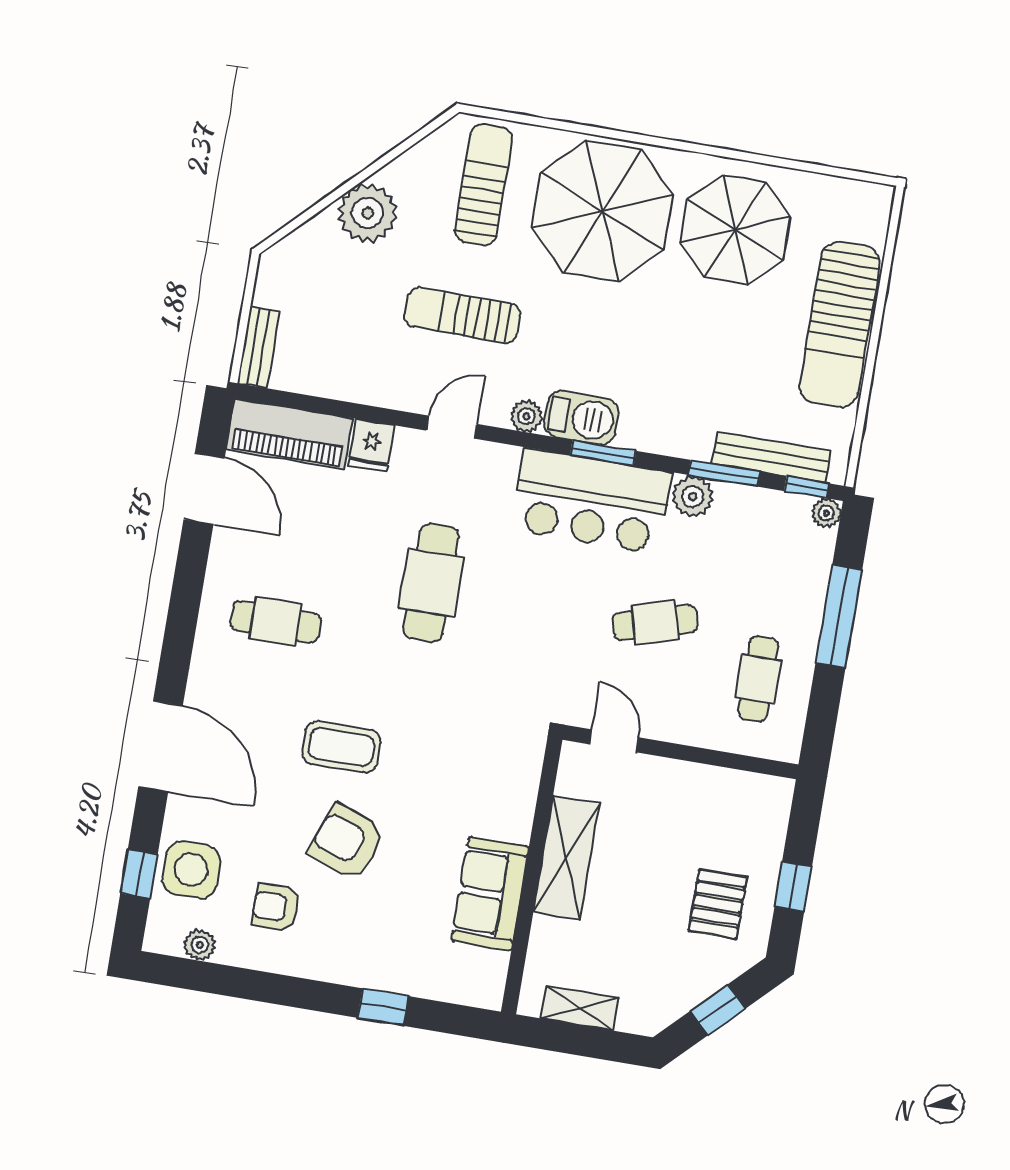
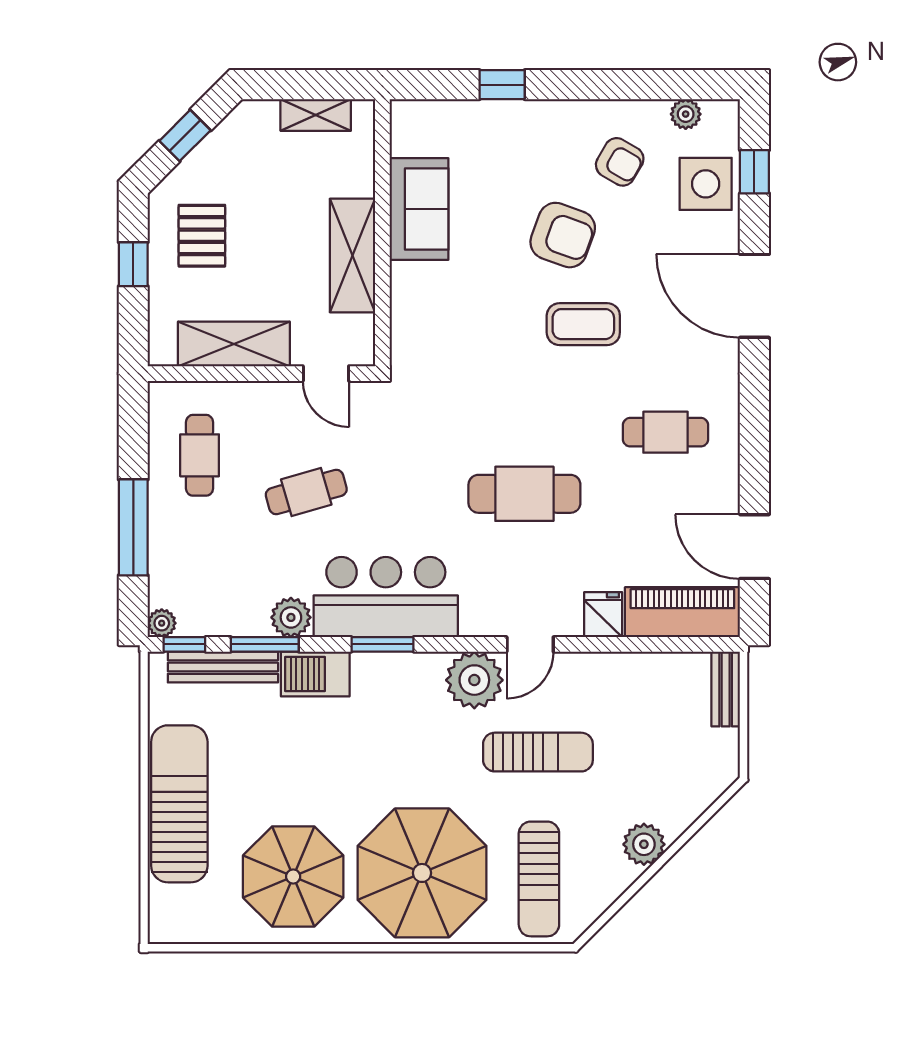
plant: (368, 213) -> (644, 844), width x0.73, depth x0.73
plant: (526, 416) -> (474, 680), width x1.87, depth x1.87
barbecue: (581, 418) -> (315, 674), moved
cafe table: (431, 583) -> (524, 494), turned 90
shelving: (704, 787) -> (234, 344), added
armchair: (276, 907) -> (620, 162), turned 30

